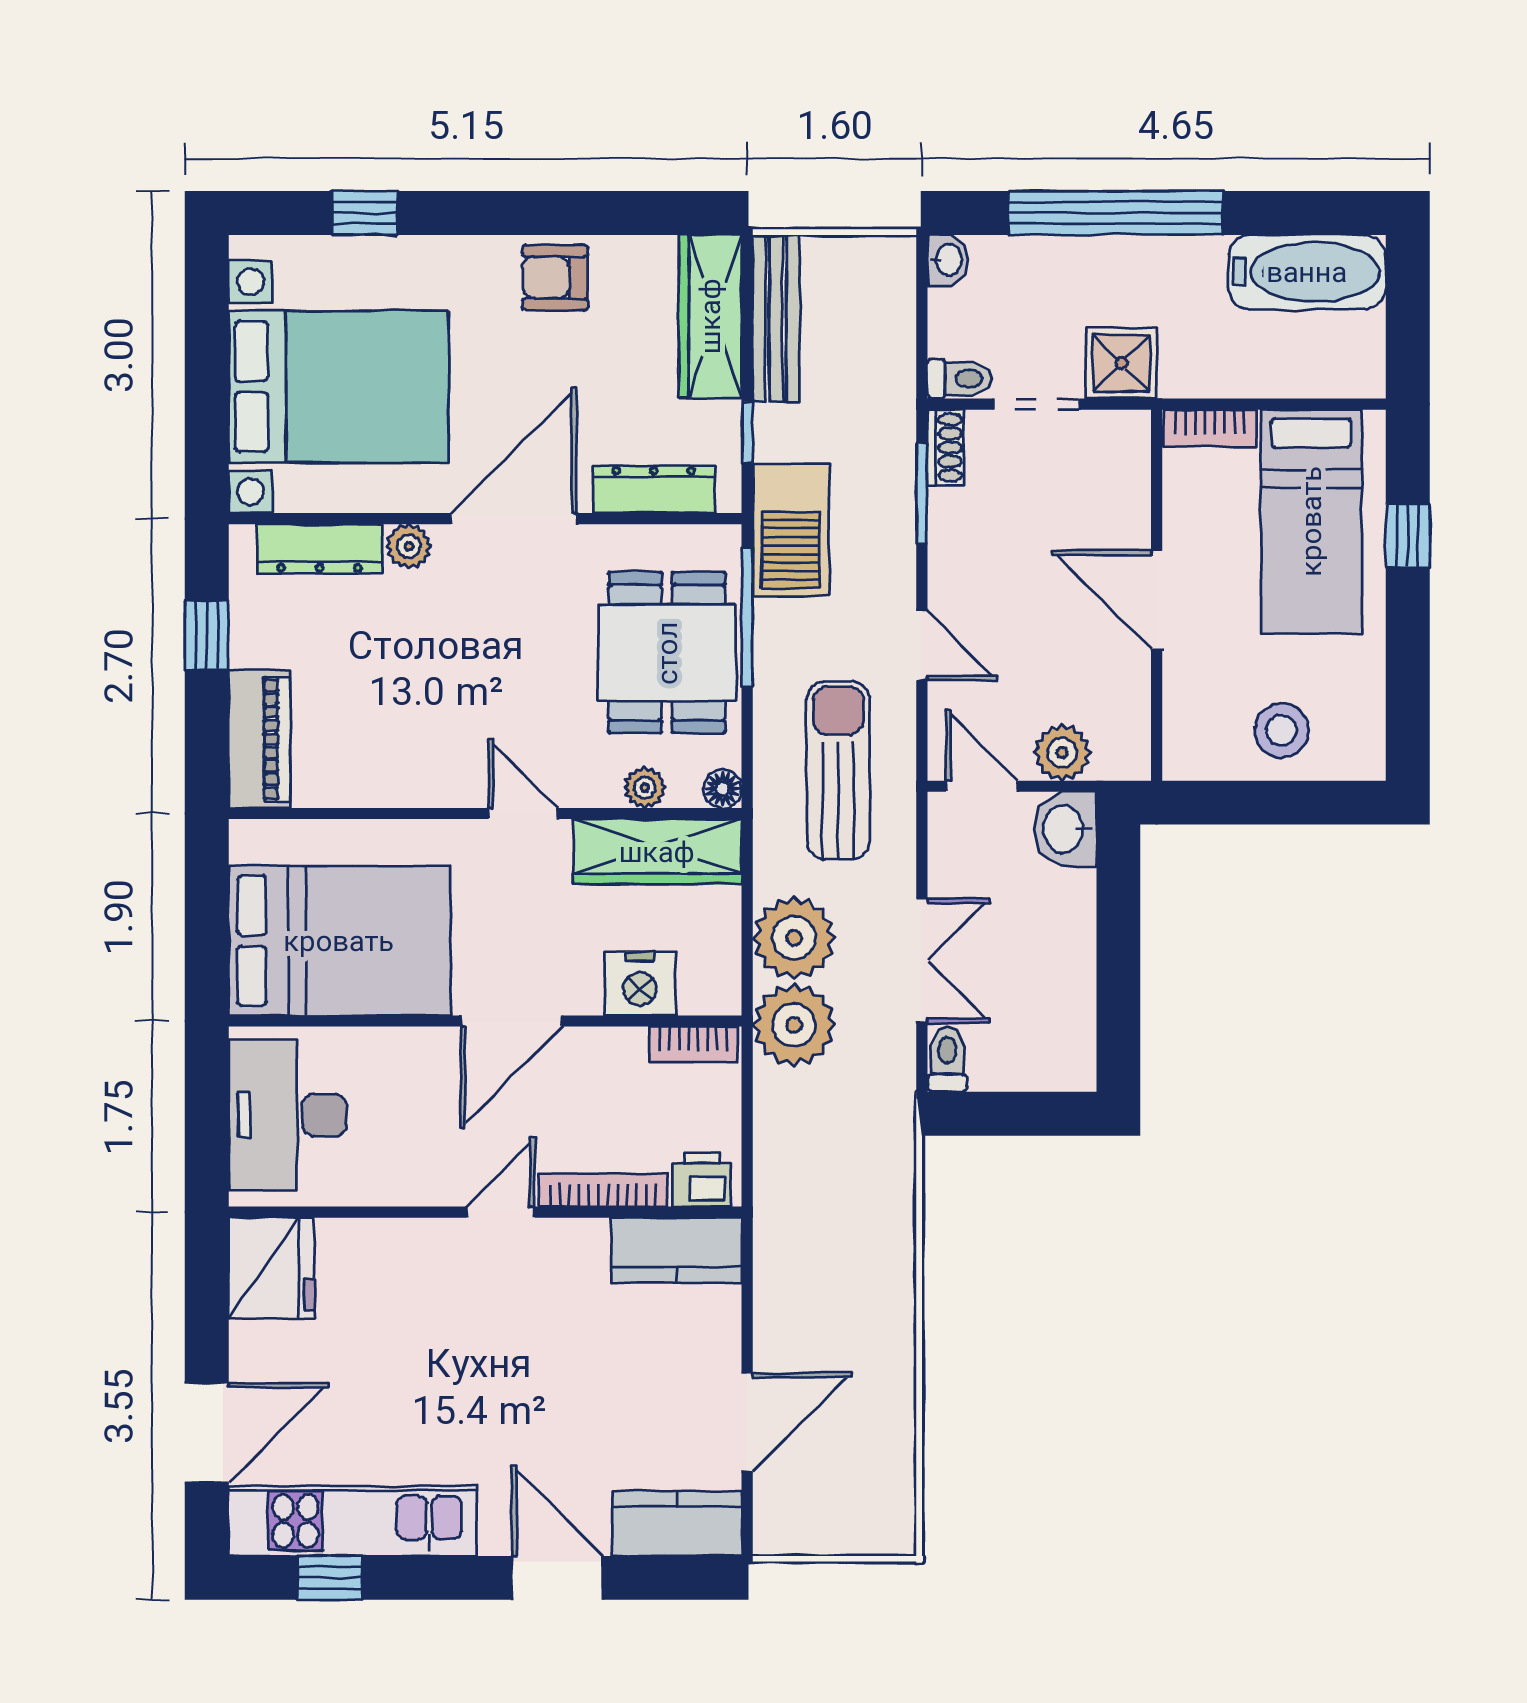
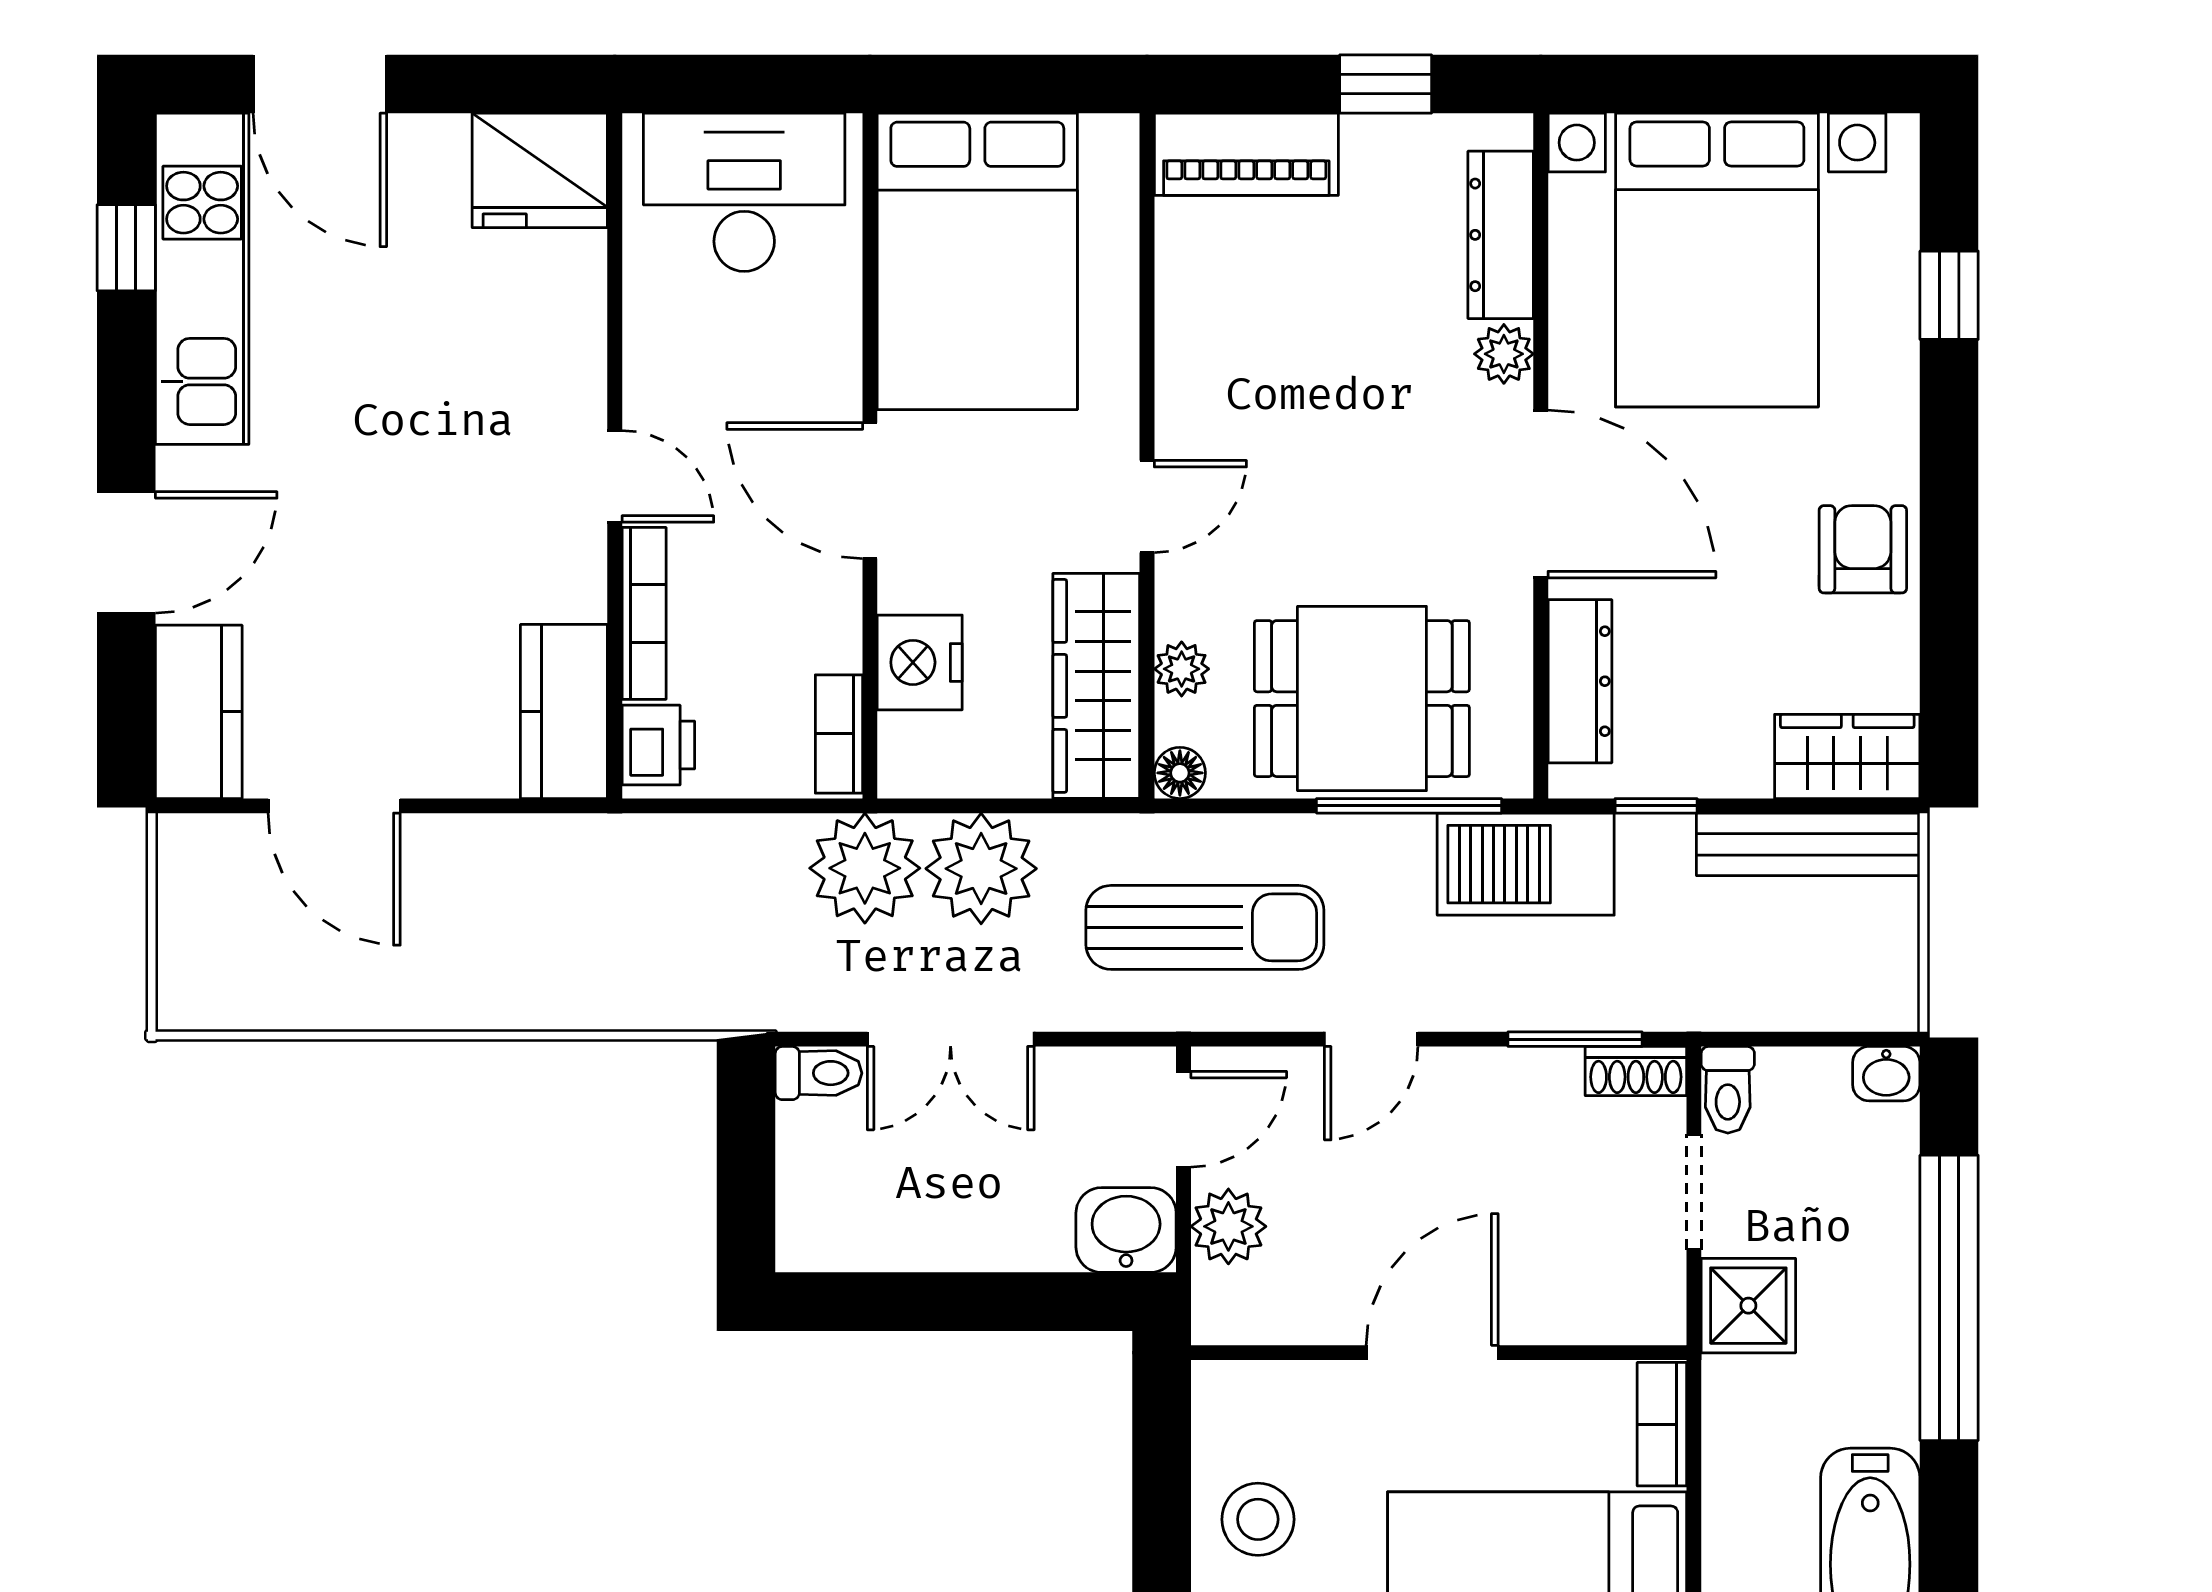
wardrobe: (710, 316) -> (1847, 756), width x0.67

